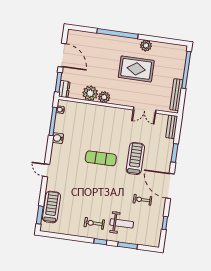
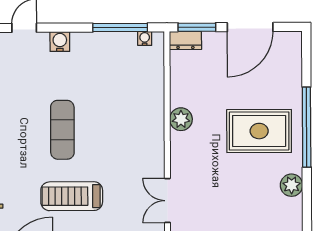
rug: (136, 69) -> (259, 131), moved, turned 90
plant: (90, 93) -> (184, 91), removed
water cooler: (58, 138) -> (60, 42), moved
treadmill: (135, 158) -> (72, 196), turned 180

